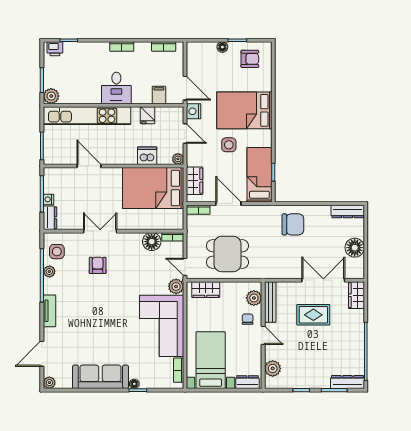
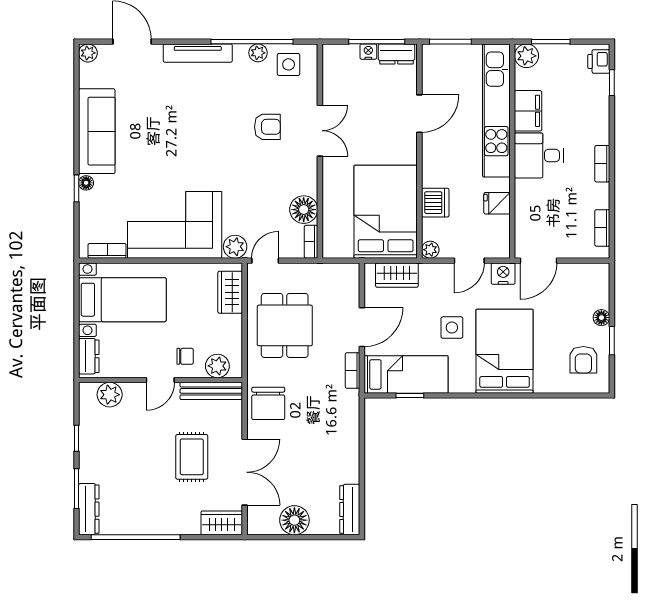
filing cabinet: (159, 95) -> (528, 111), moved, width x2.00
bookcase: (198, 210) -> (352, 371), moved
dresser: (50, 218) -> (396, 54), moved
chair: (293, 224) -> (268, 403), moved
tv unit: (49, 311) -> (198, 53), width x1.41

